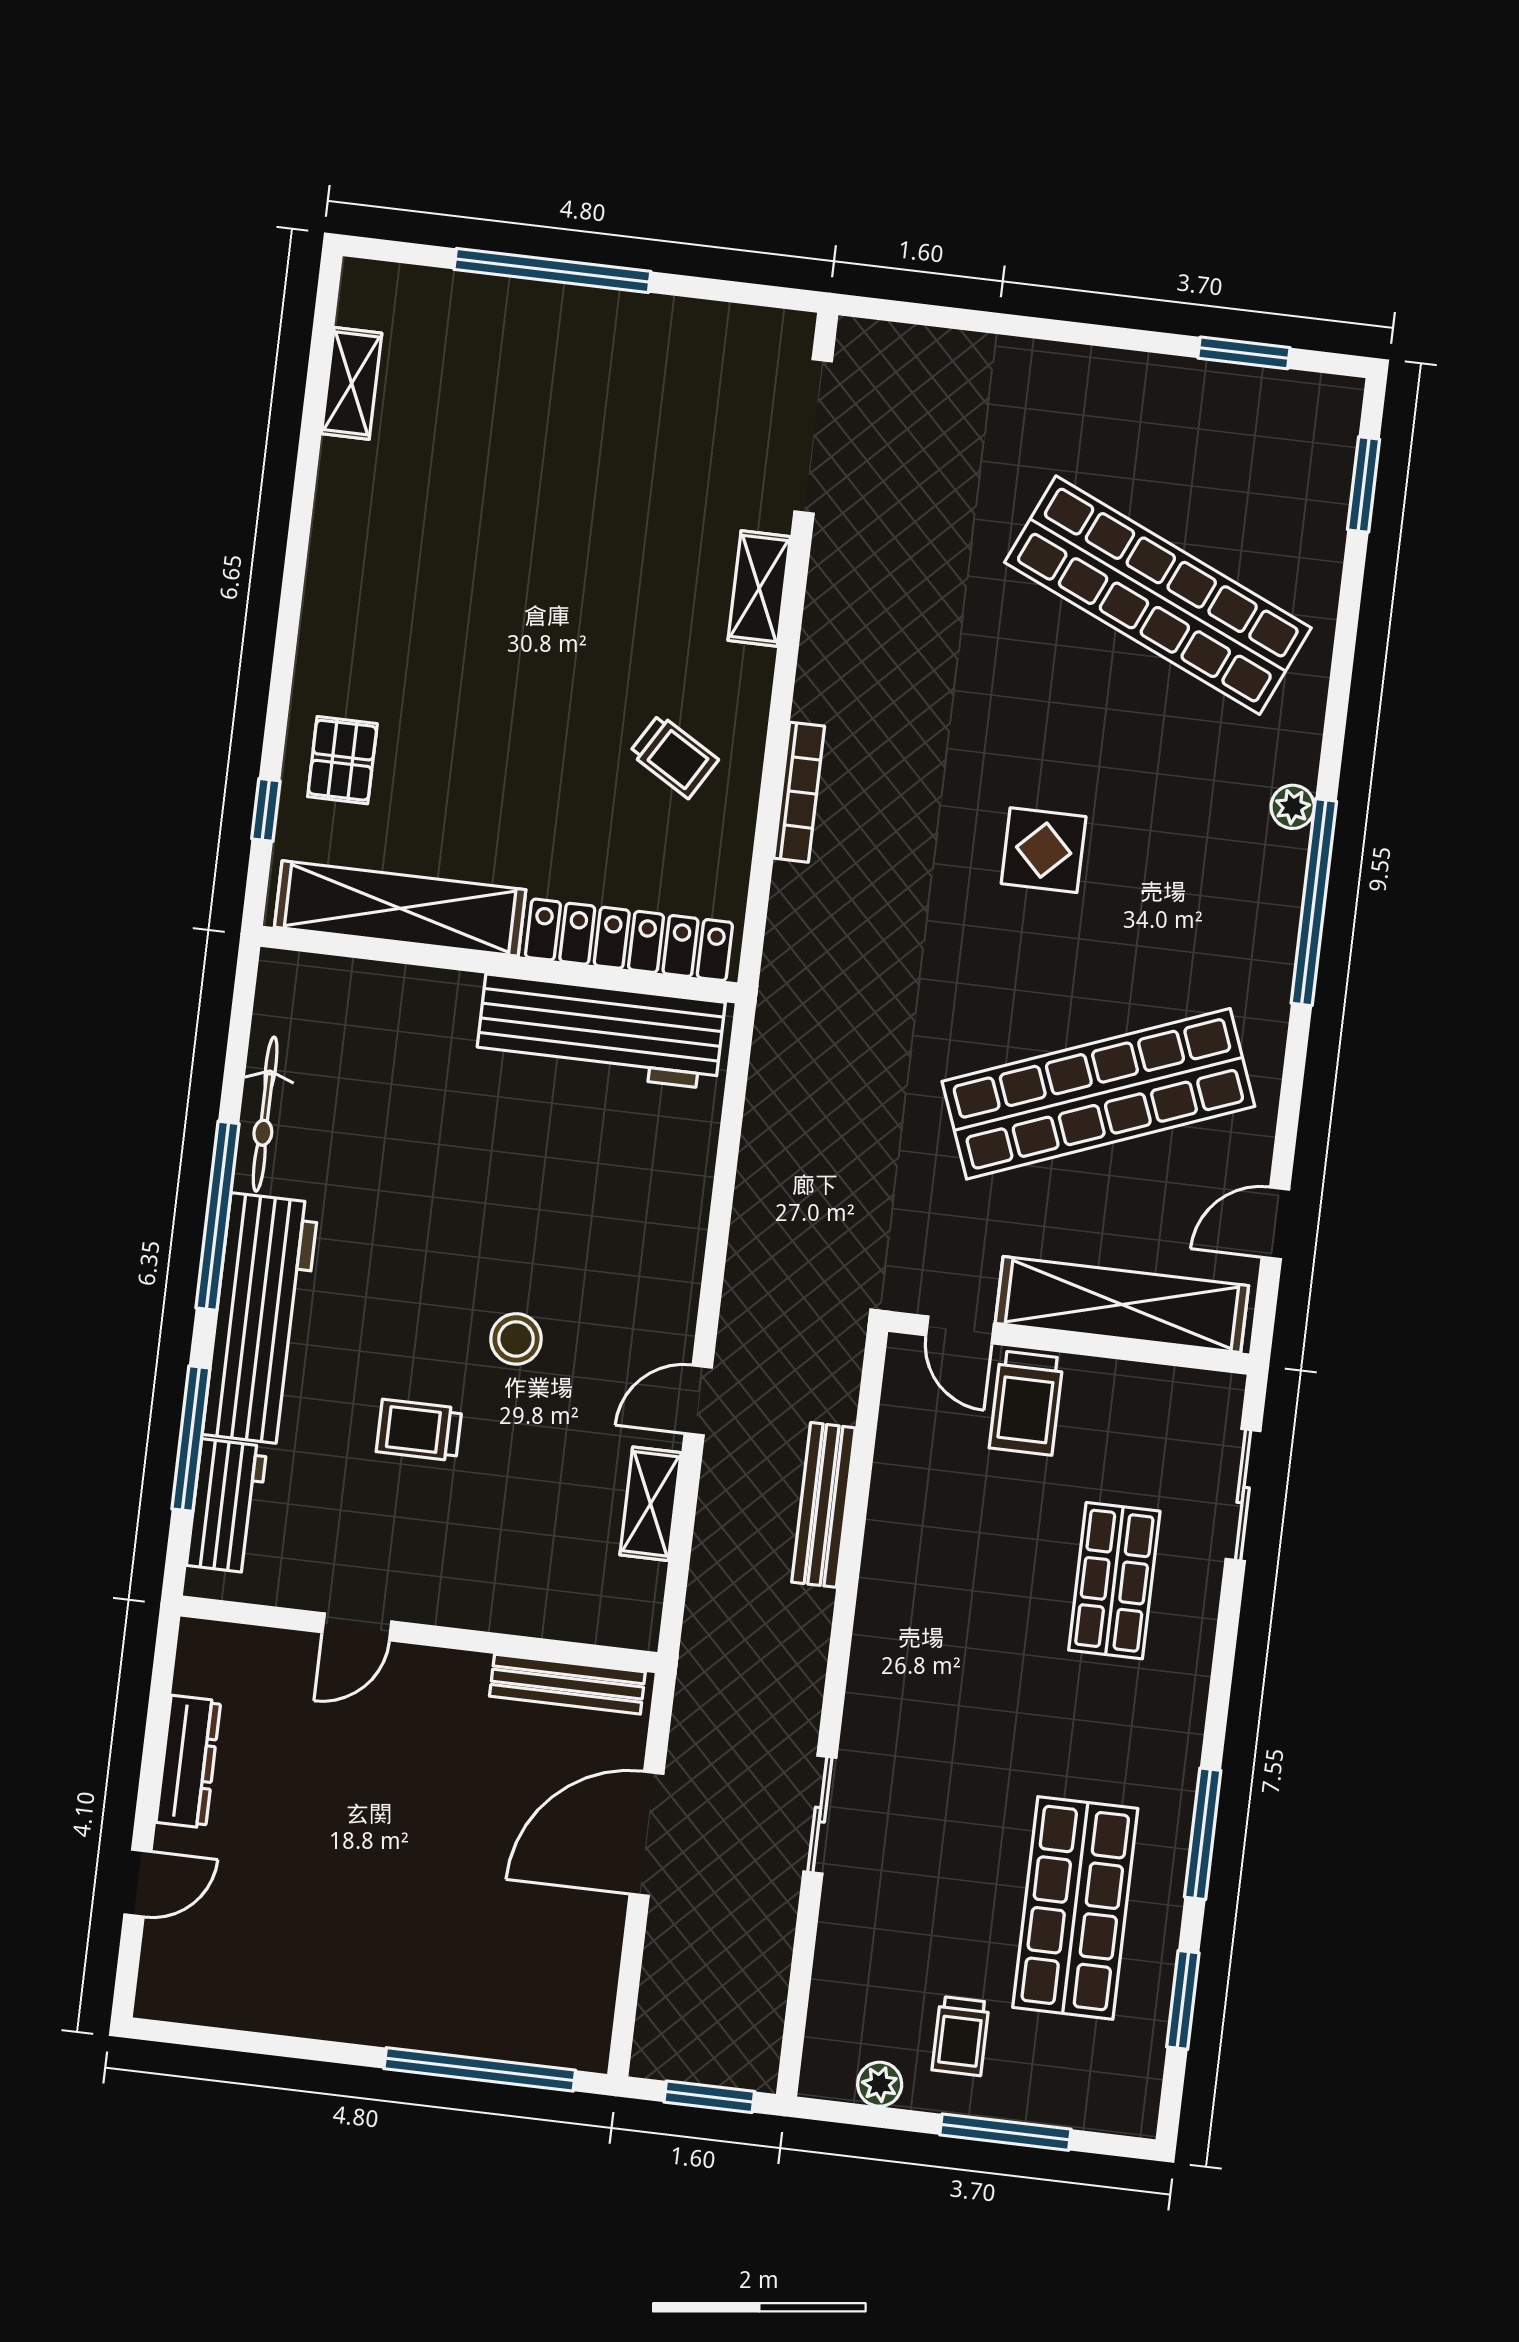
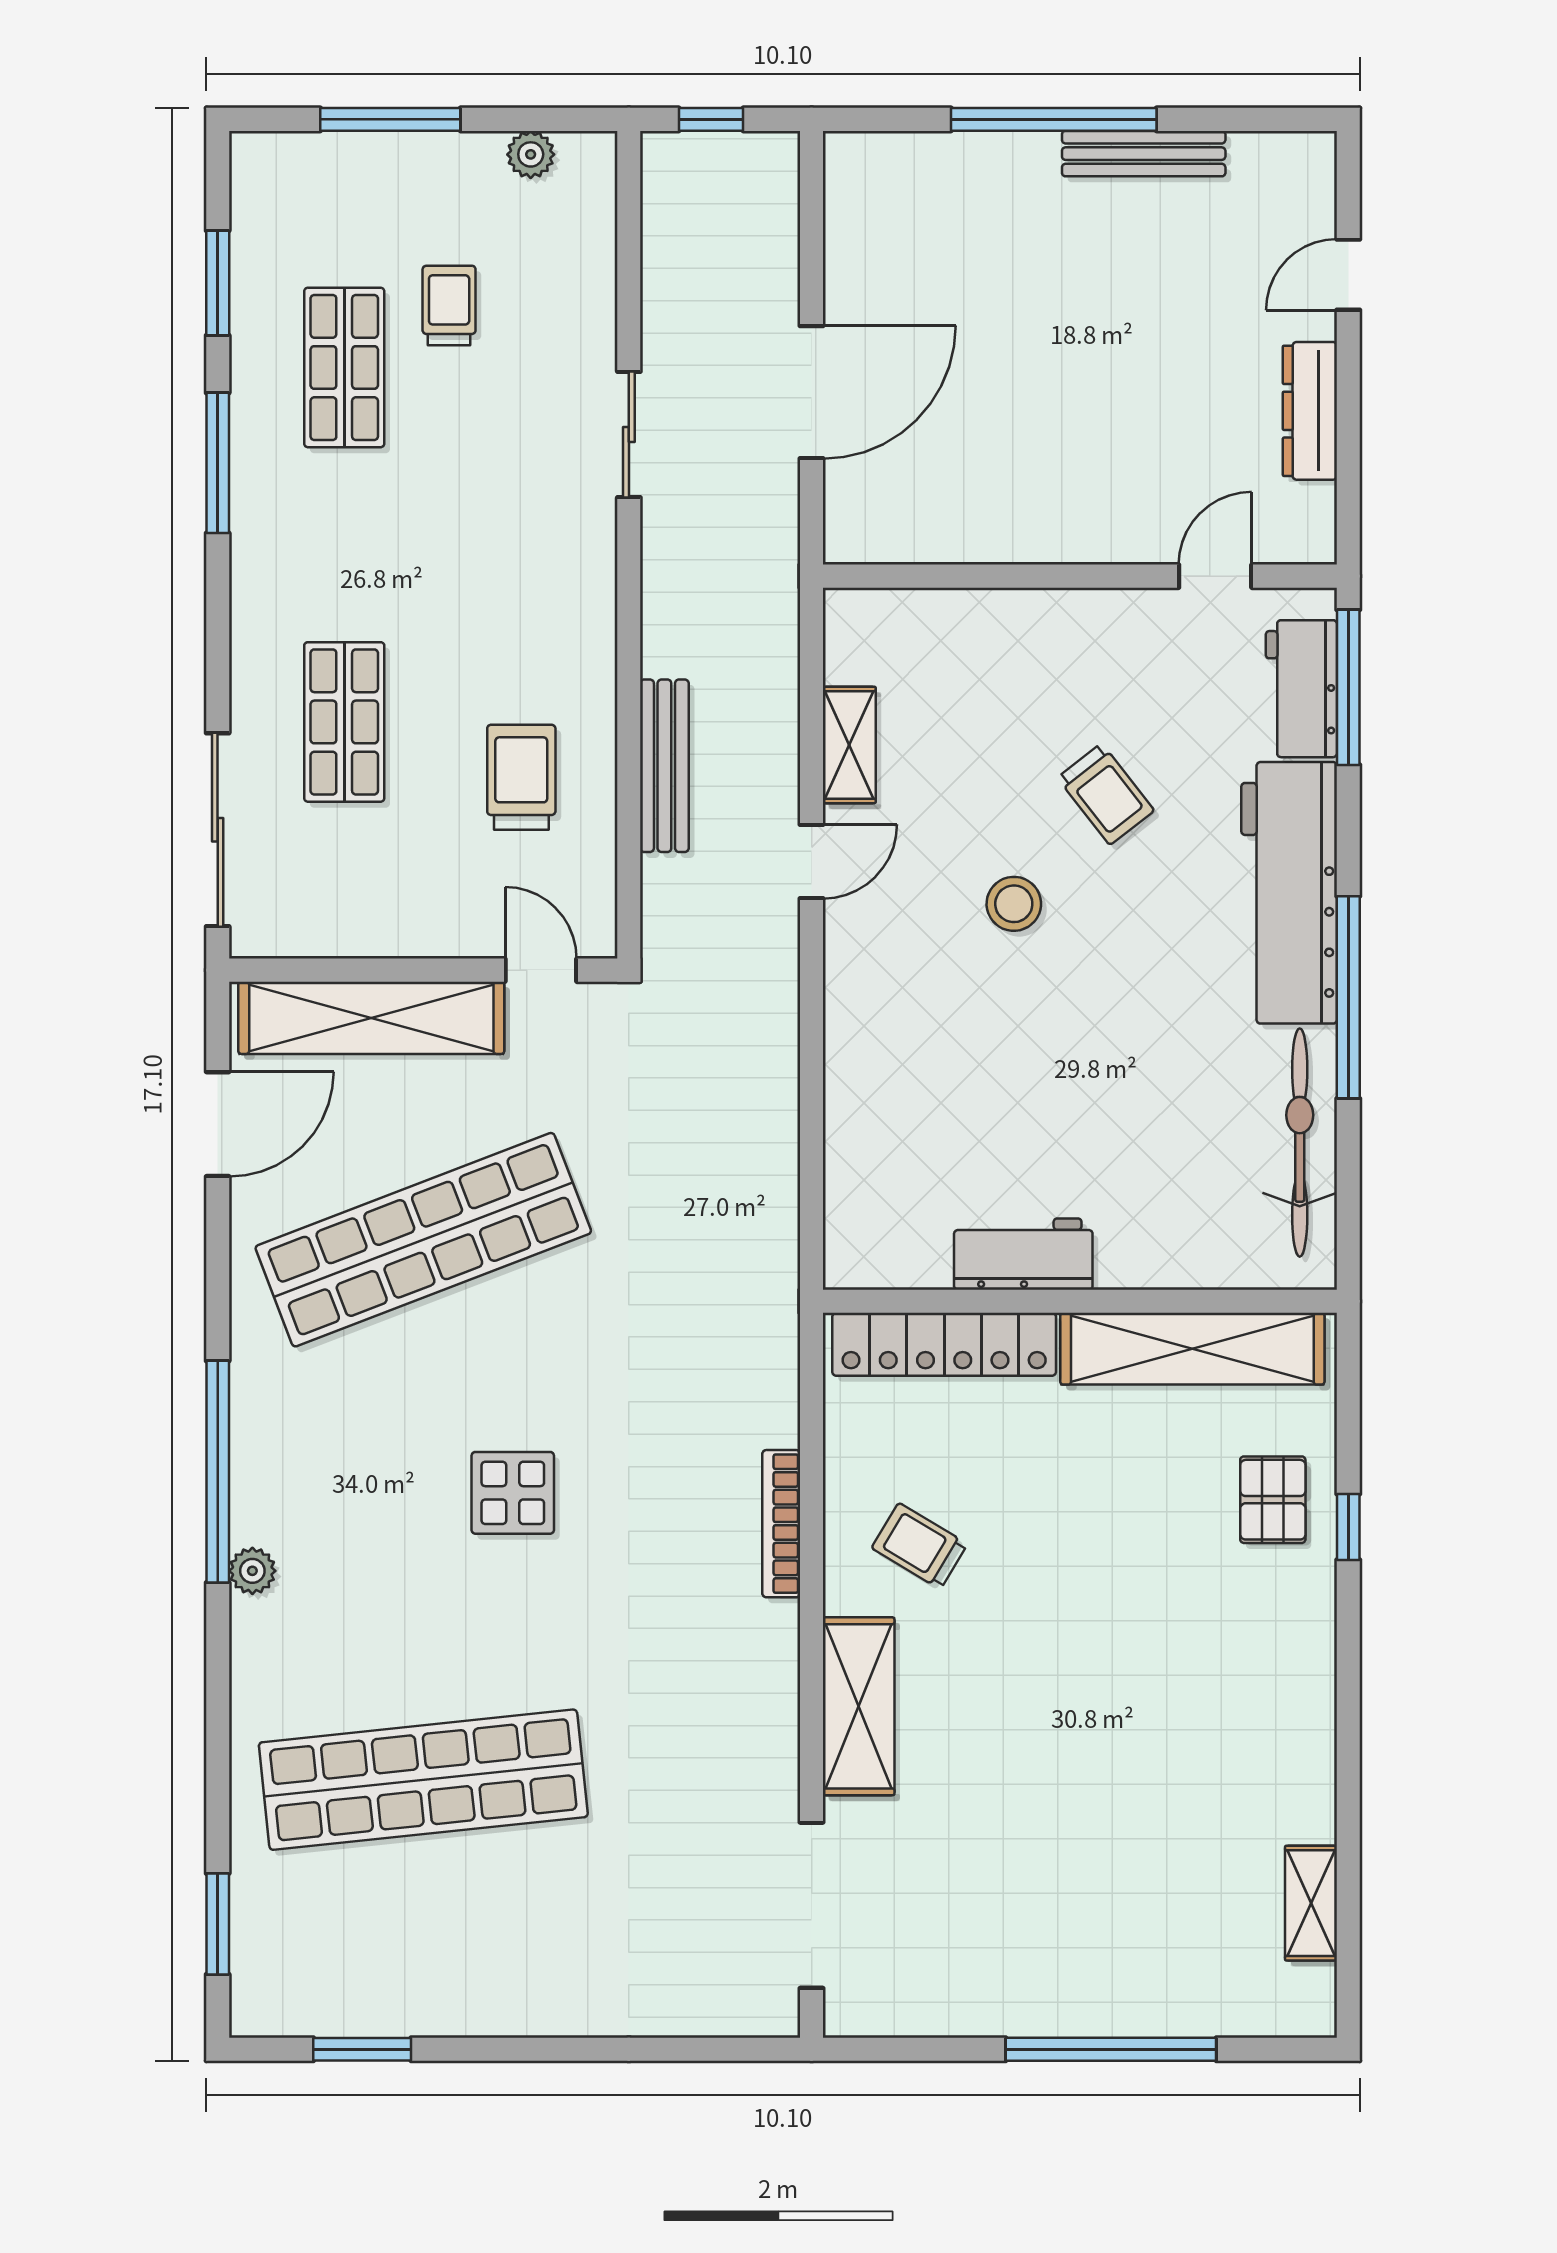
shelving: (759, 589) -> (859, 1706), width x1.50, depth x1.33
shop shelf: (1158, 595) -> (423, 1780), turned -30
window: (266, 810) -> (1348, 1527), moved
workbench: (600, 1032) -> (1023, 1254), width x0.53, depth x0.76
bicycle: (265, 1114) -> (1300, 1143), width x1.37, depth x1.40
door: (1275, 1223) -> (218, 1124), width x1.38
trolley: (1026, 1403) -> (521, 777), moved
trolley: (419, 1430) -> (1106, 794), turned 52
window: (191, 1439) -> (1348, 687), moved
sliding door: (1243, 1495) -> (218, 830), width x1.37
door: (357, 1627) -> (1215, 576), moved
bench: (567, 1684) -> (1144, 154), moved
shop shelf: (1075, 1908) -> (344, 367), width x0.70, depth x0.74
trolley: (961, 2036) -> (449, 305), moved
window: (480, 2069) -> (1054, 119), moved
window: (709, 2097) -> (711, 119), width x0.67

